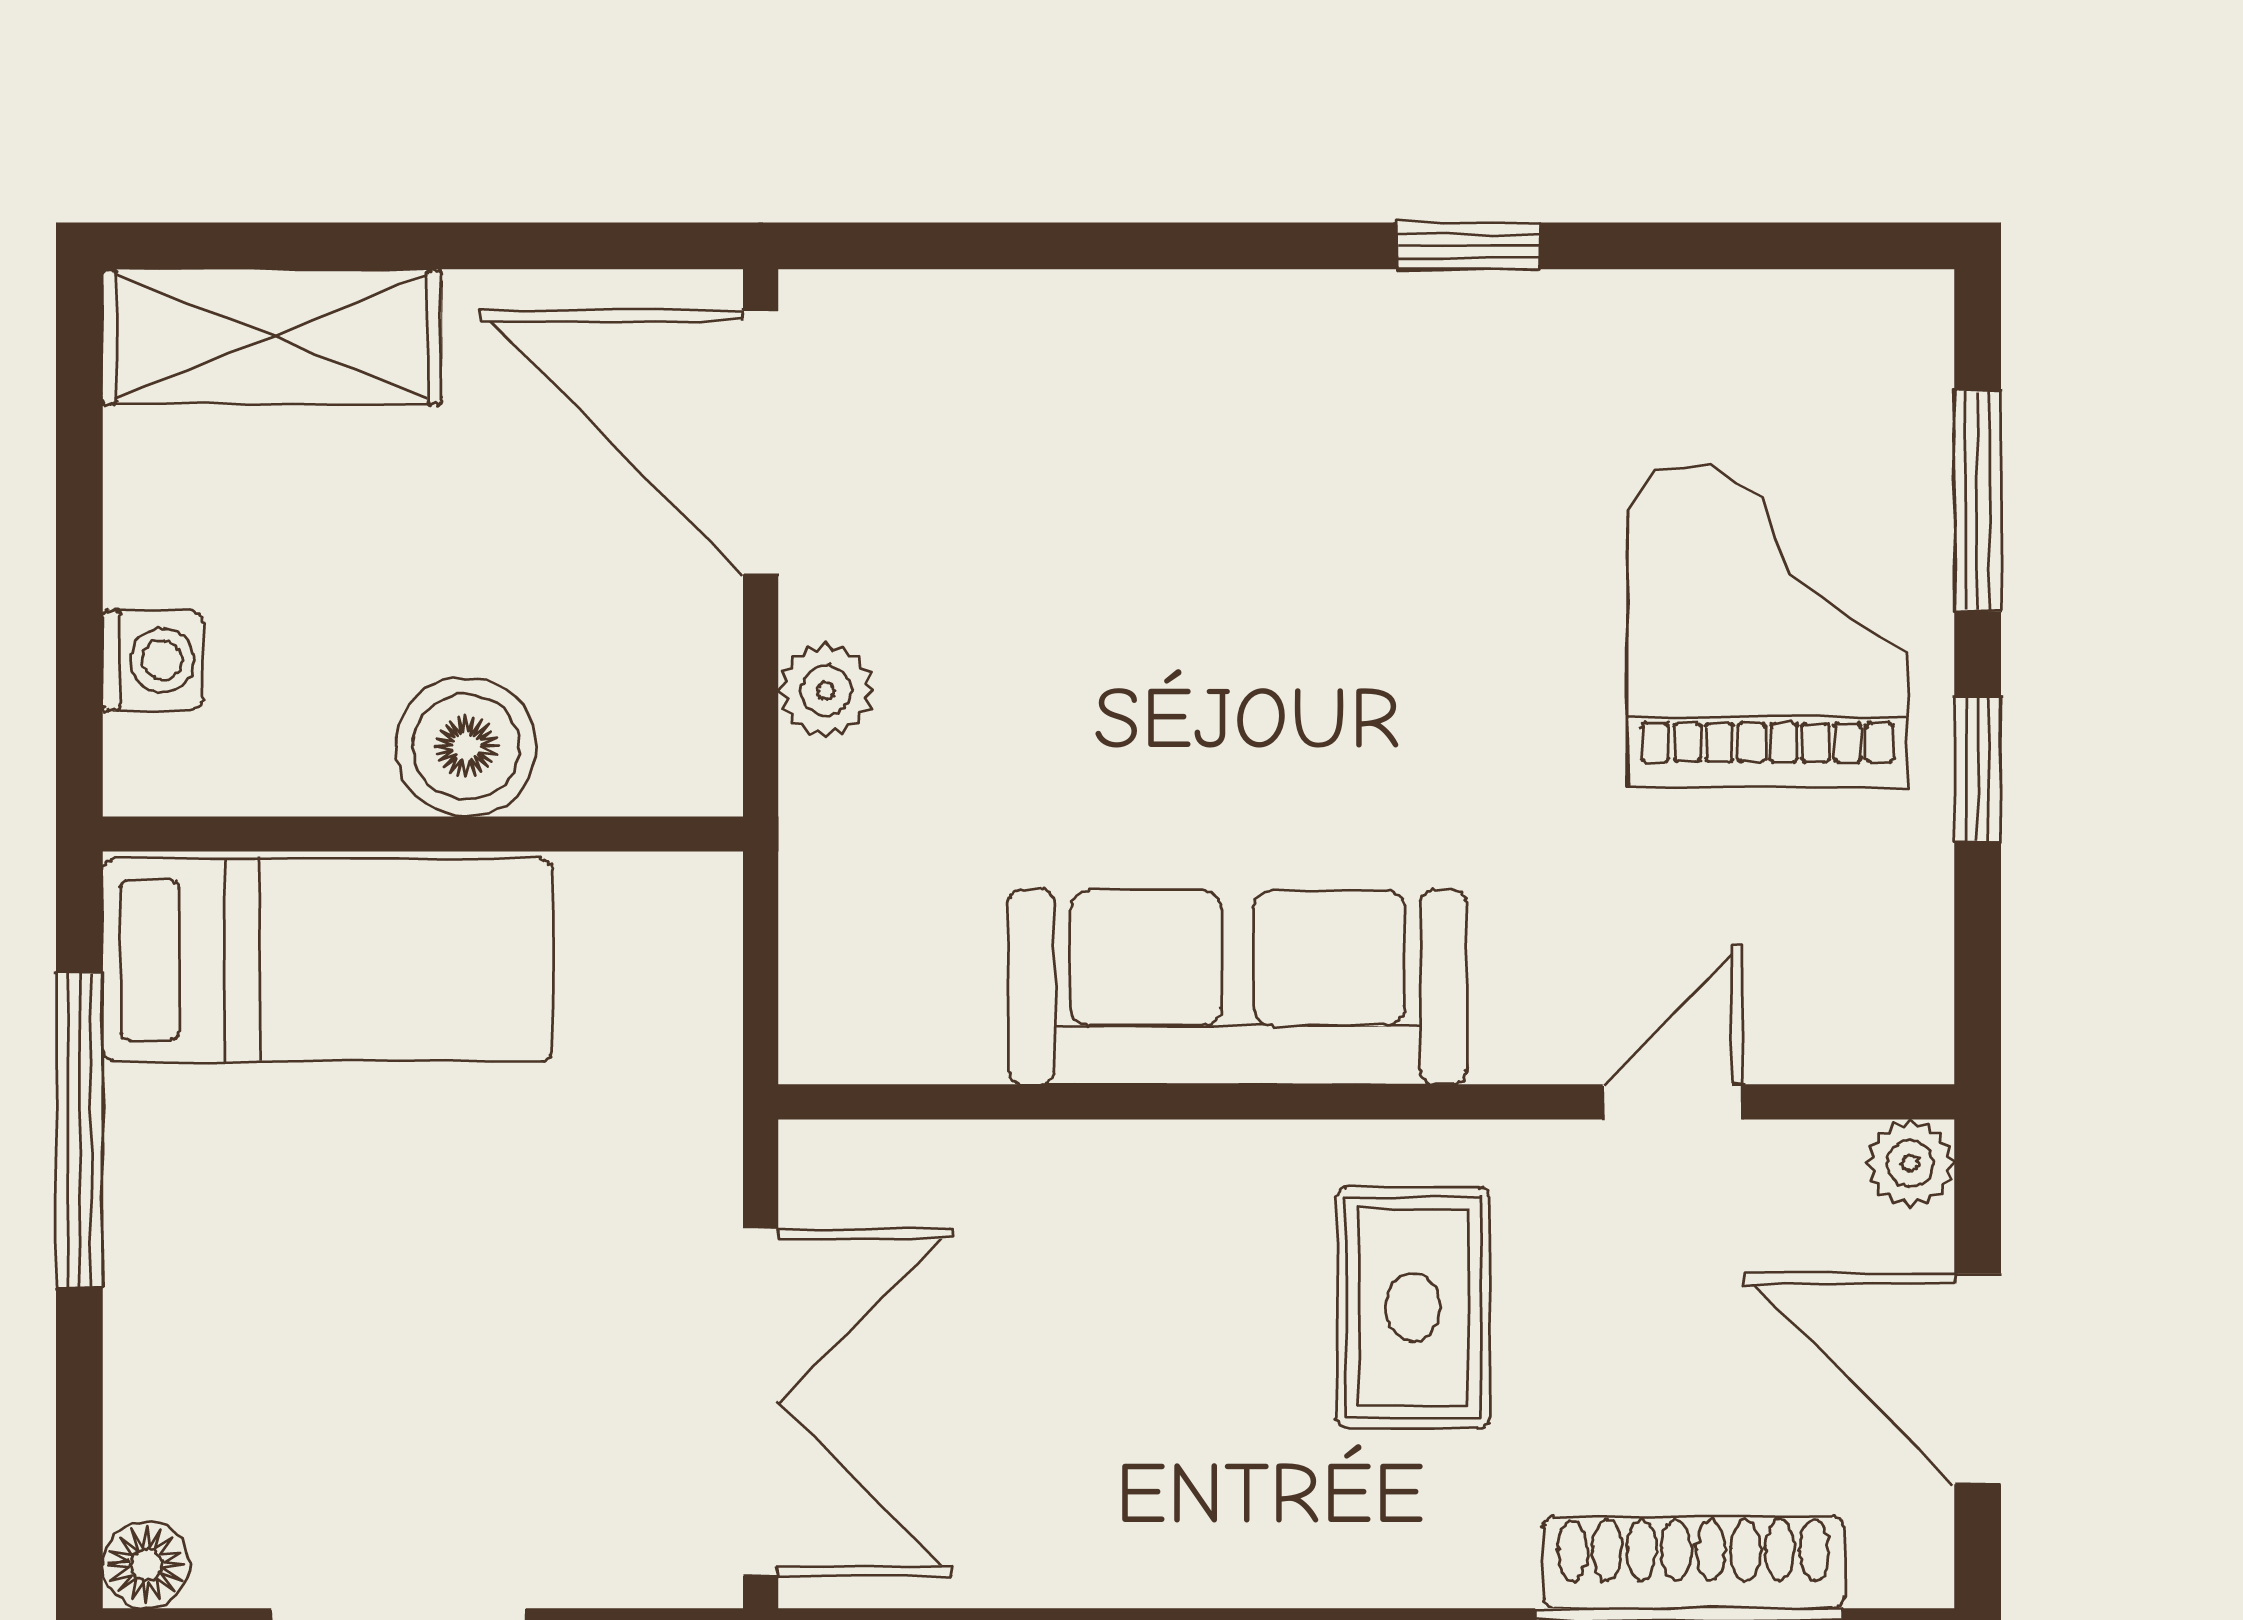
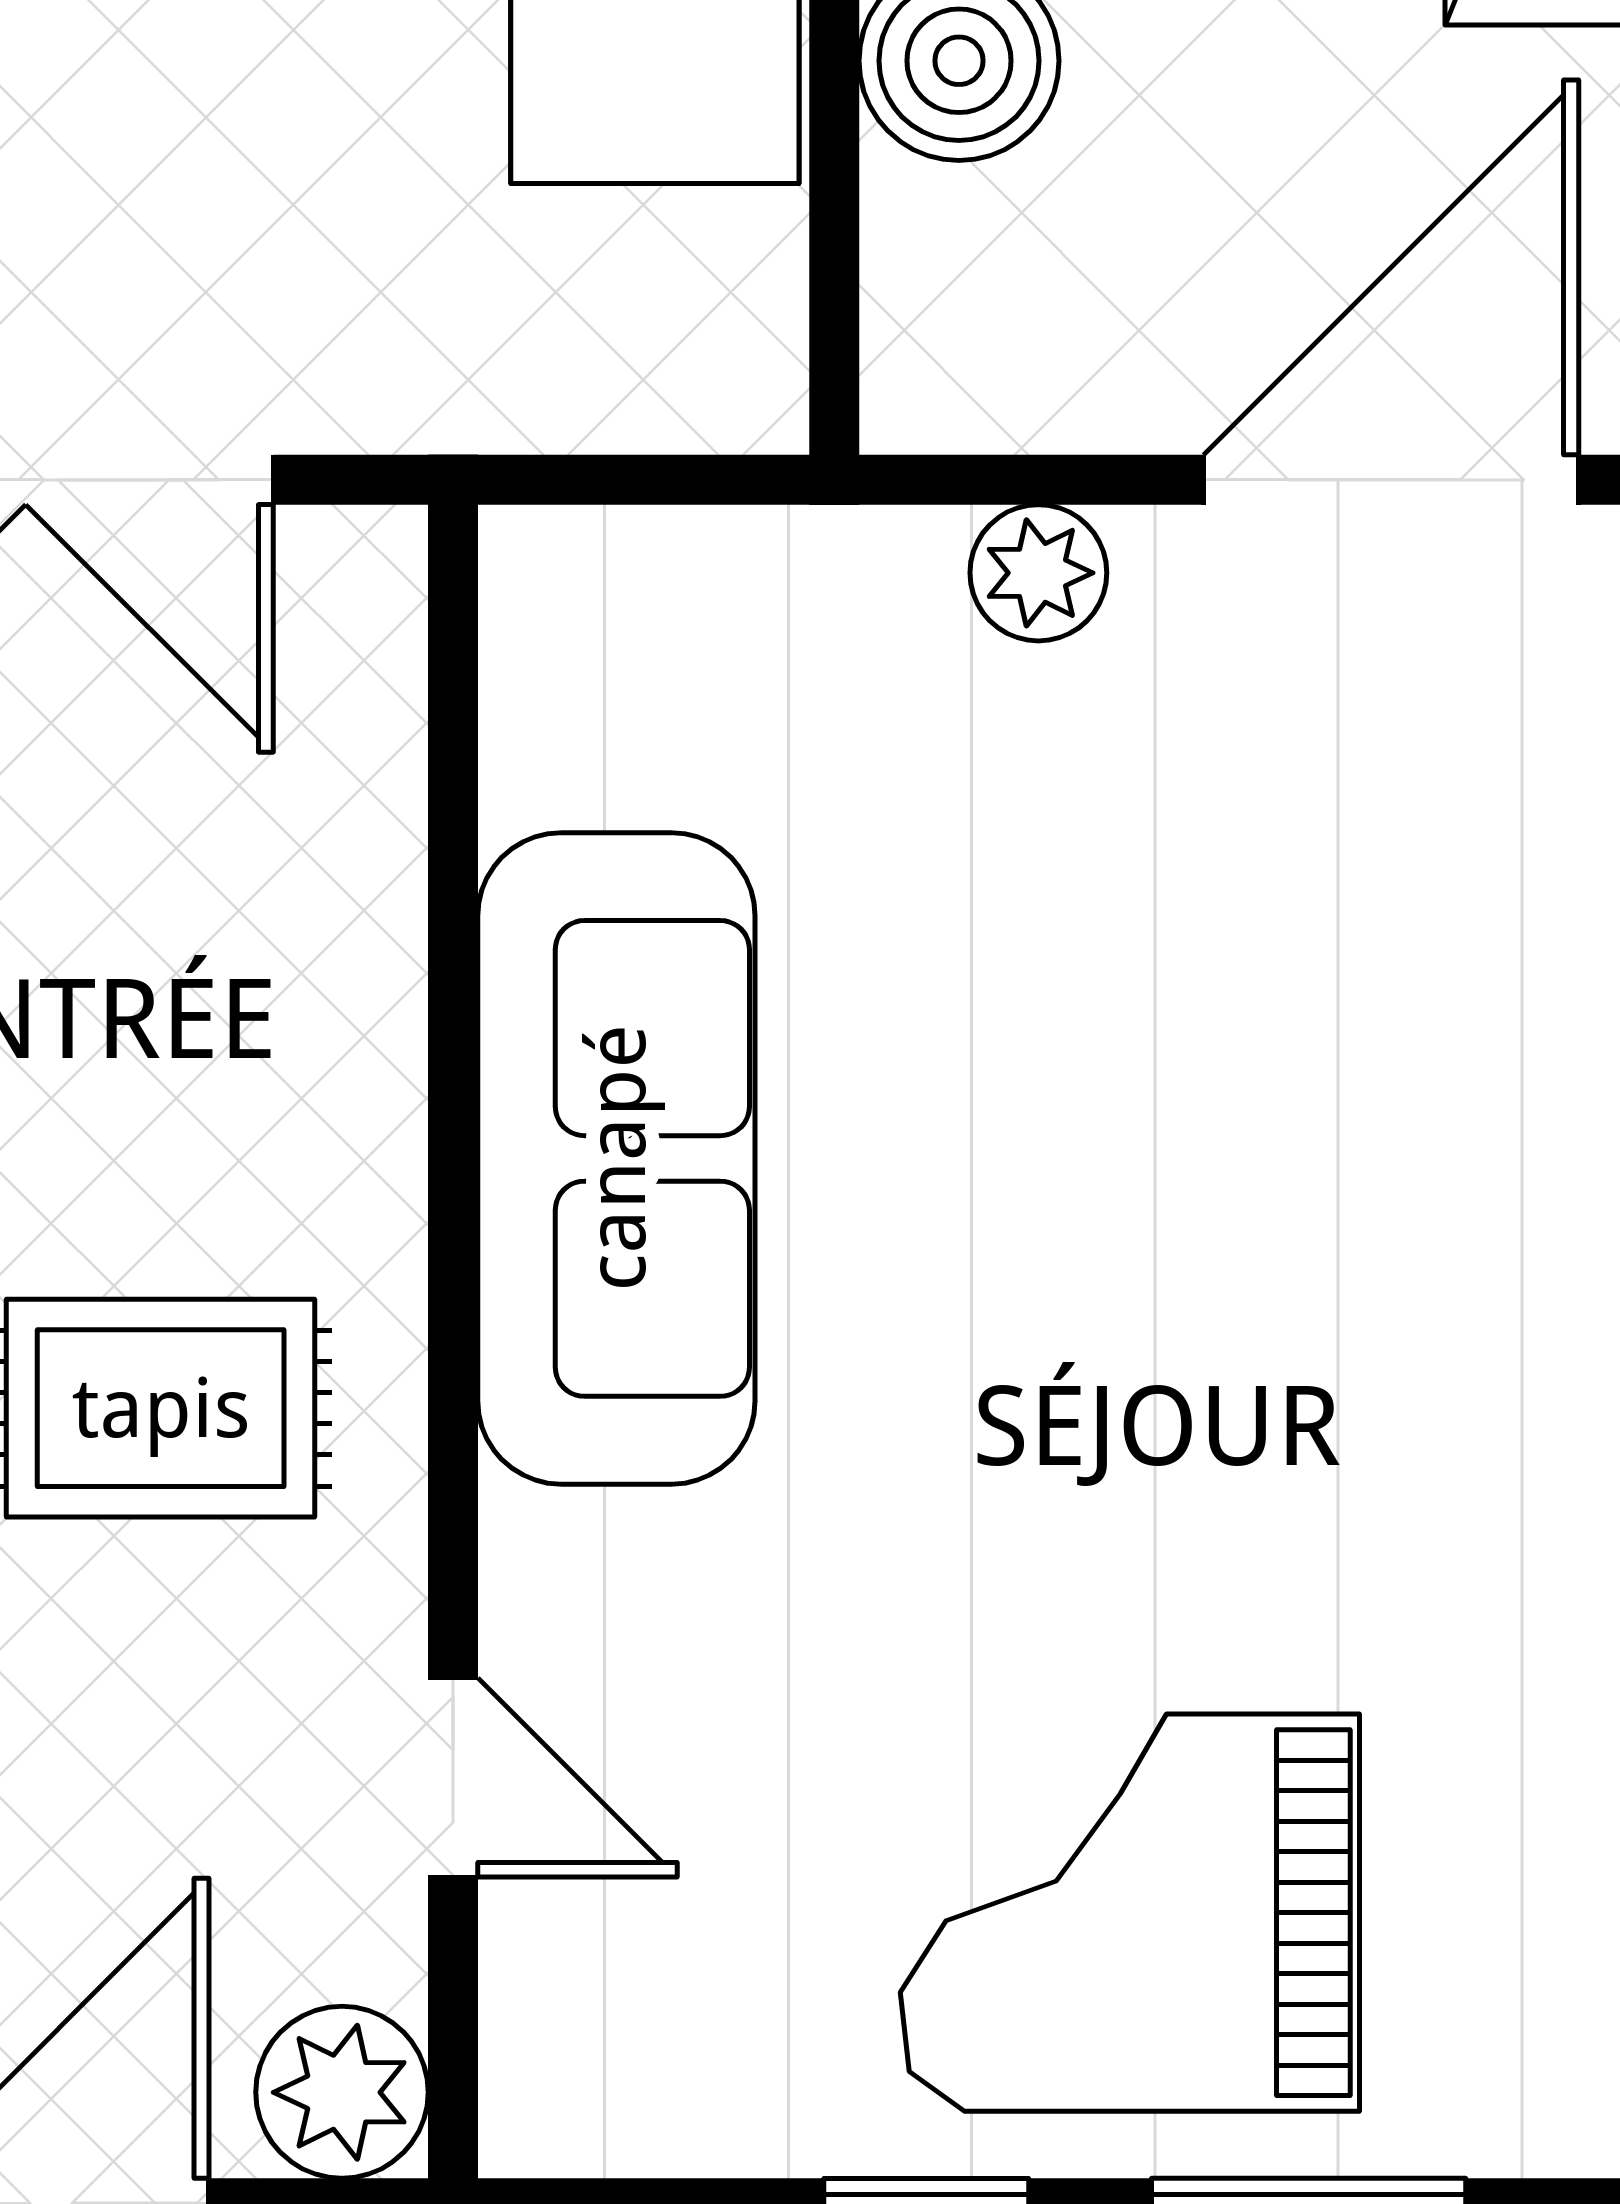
grand piano: (1768, 626) -> (1130, 1913), turned 180
plant: (1910, 1163) -> (342, 2092), width x1.38, depth x1.38

